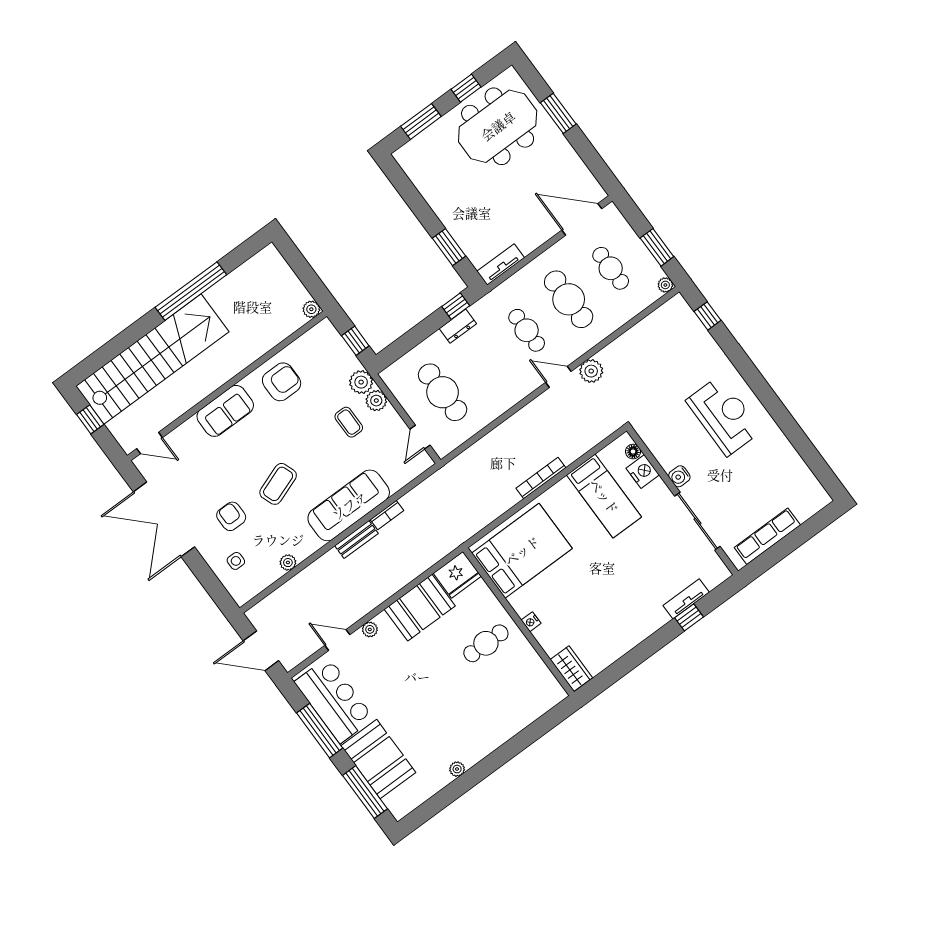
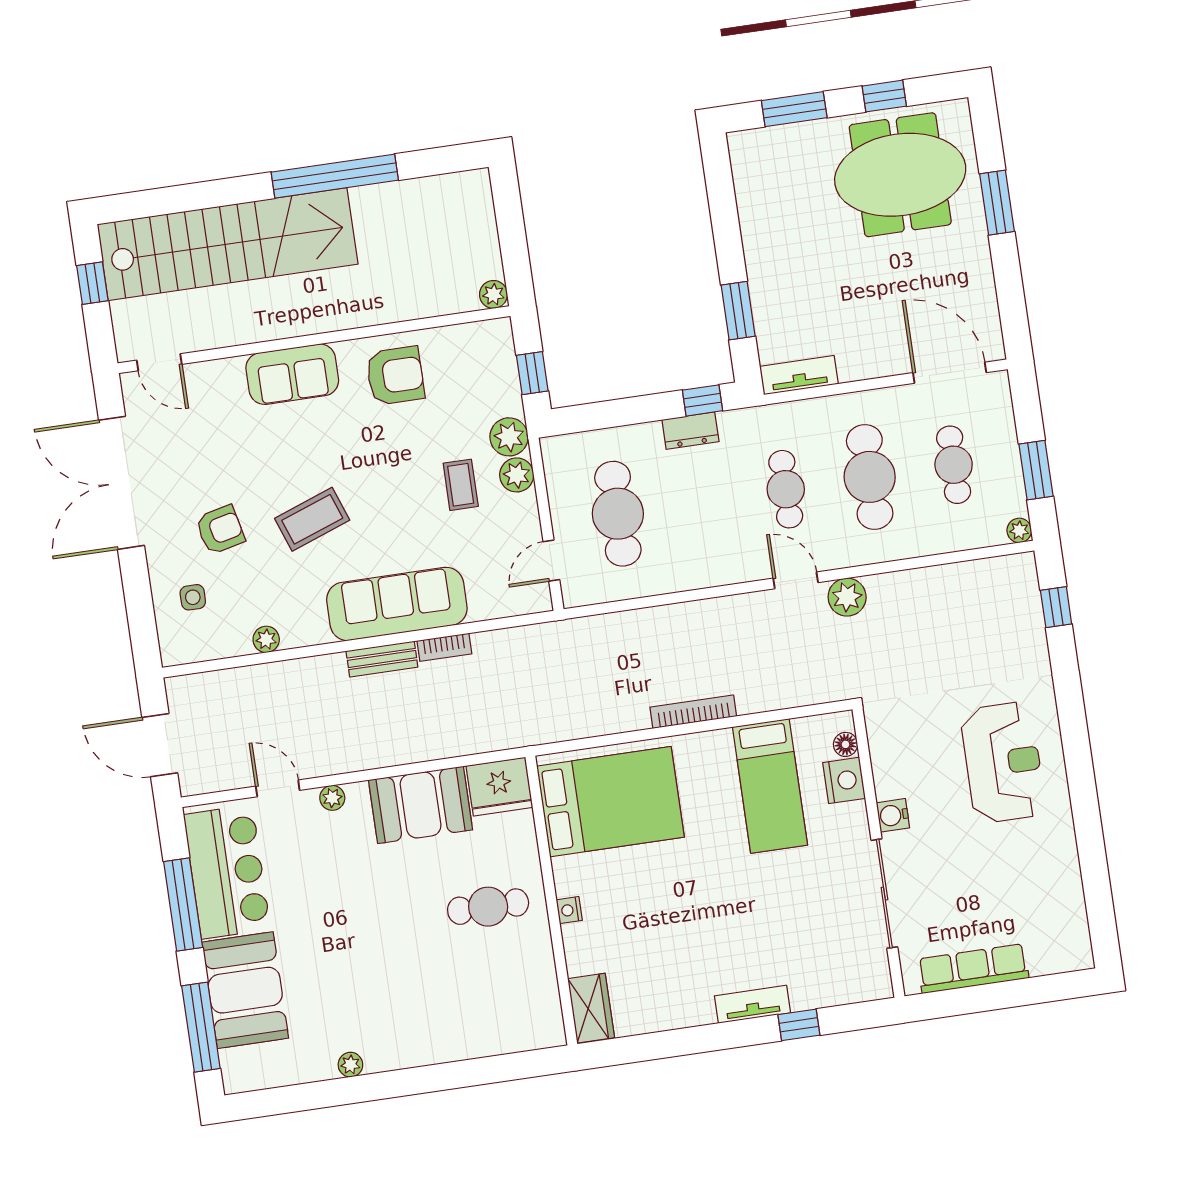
armchair: (231, 516) -> (220, 530), turned 77
tv unit: (686, 599) -> (752, 1004), moved

